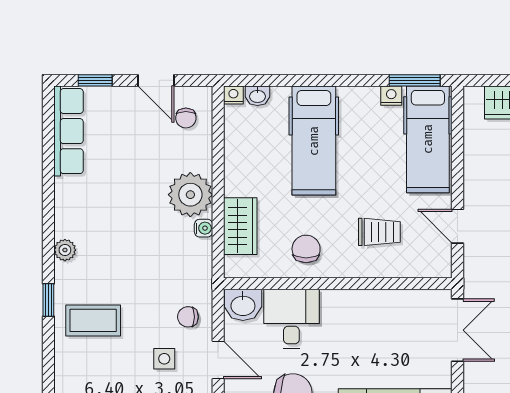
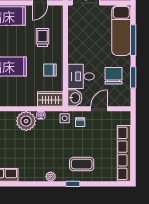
wardrobe: (240, 226) -> (50, 99), moved
coffee table: (93, 320) -> (82, 164), turned 90
side table: (164, 359) -> (65, 118), moved

